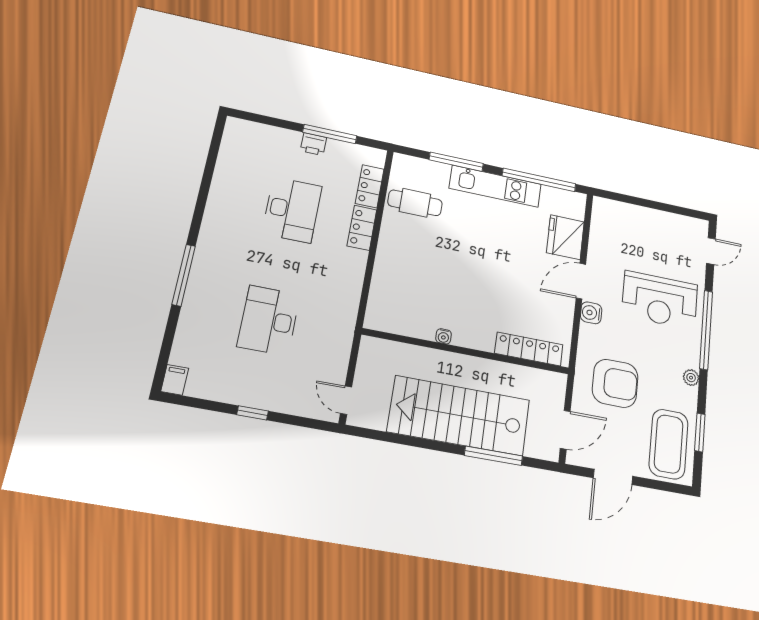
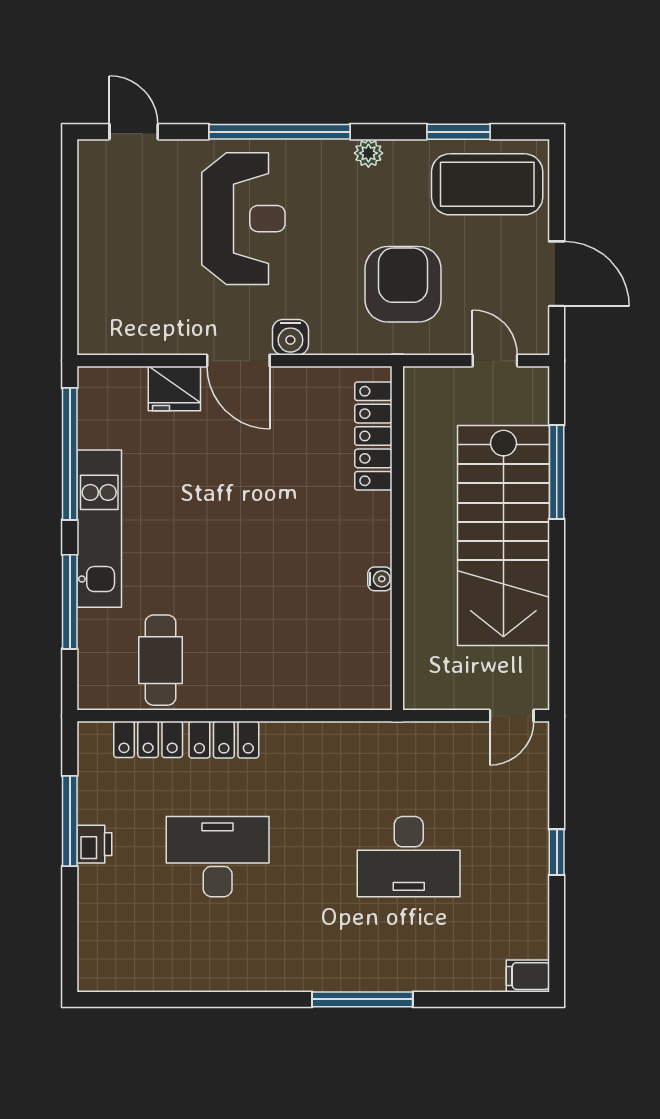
fridge: (565, 237) -> (174, 388), width x0.73, depth x0.75
door: (565, 430) -> (495, 361), width x0.73

